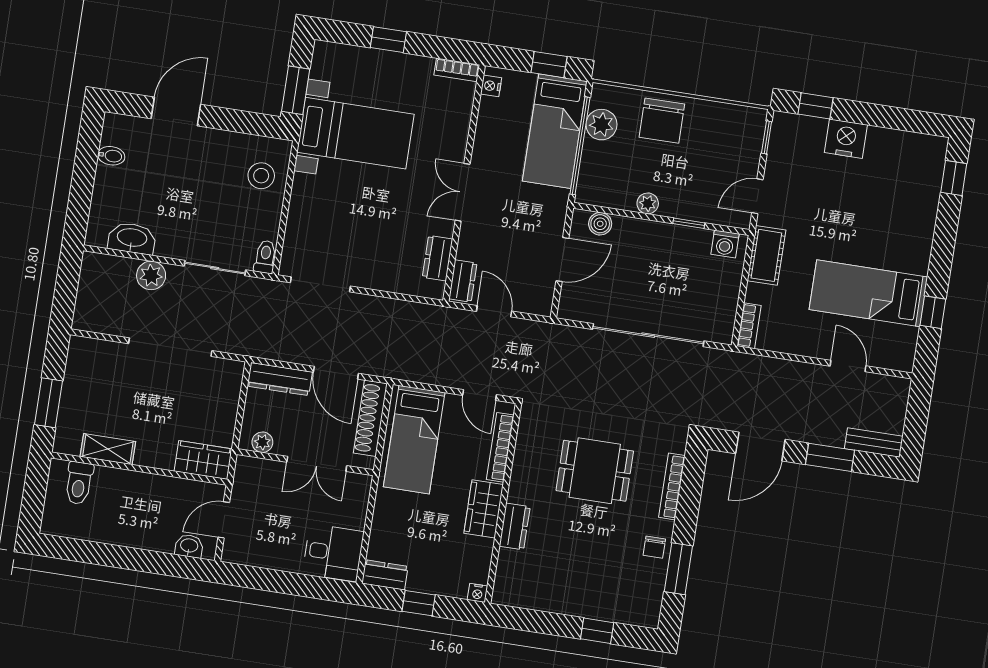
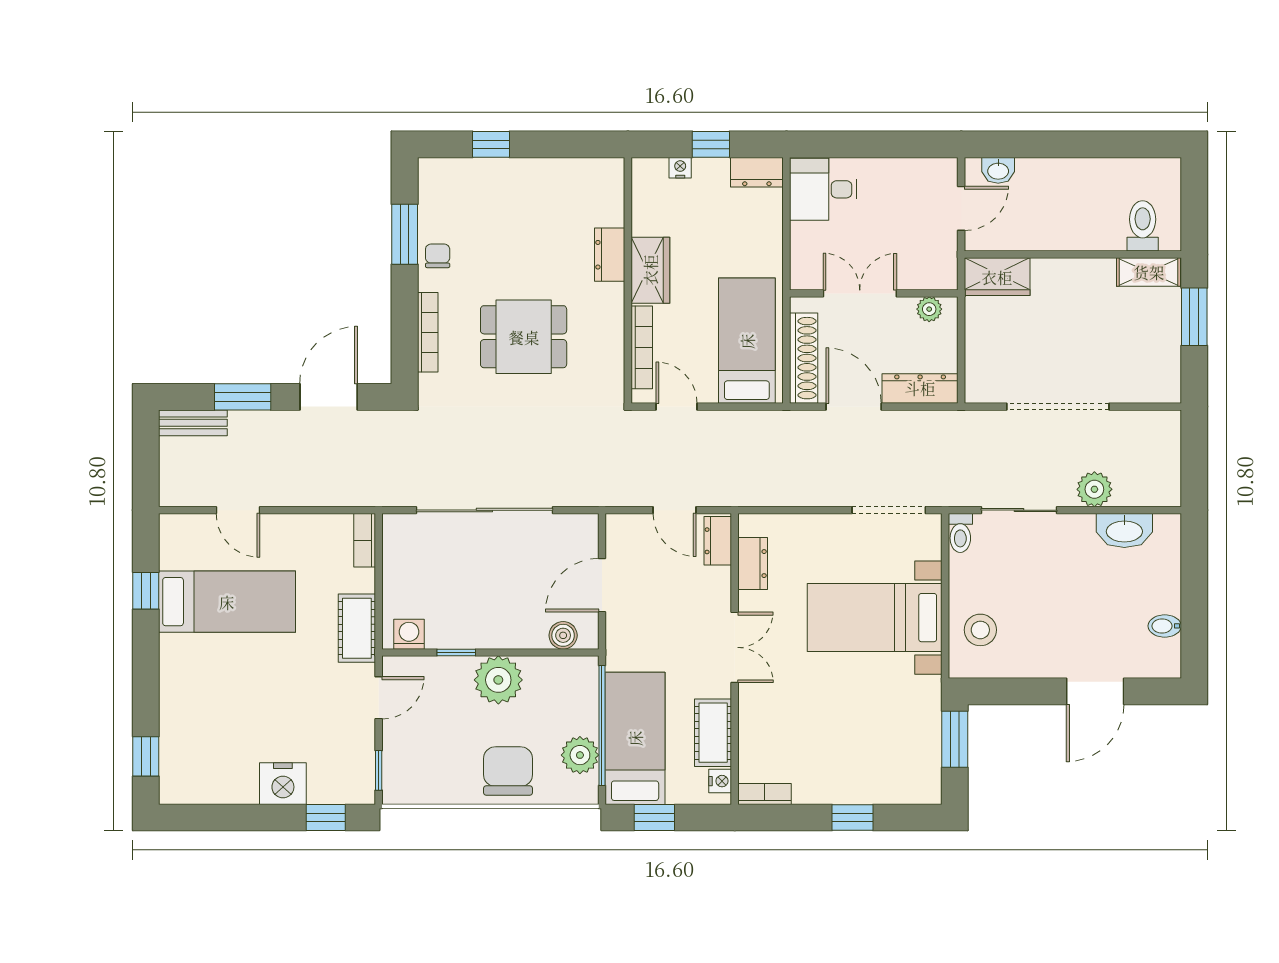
cot: (491, 126) -> (713, 733), added
bed with nightstands: (356, 133) -> (875, 618), moved
plant: (648, 203) -> (498, 680), width x1.88, depth x1.88
shelving: (108, 449) -> (1149, 272), moved
nightstand: (477, 593) -> (680, 168), moved

